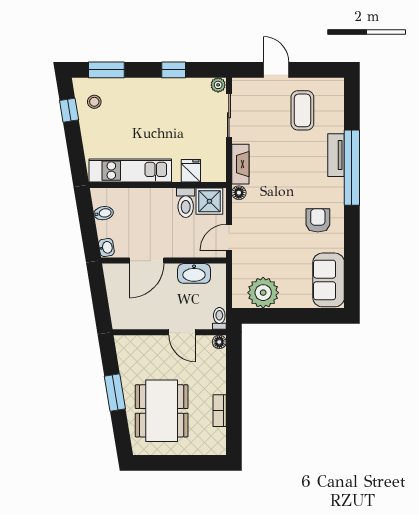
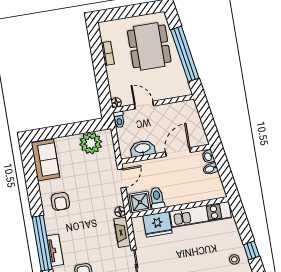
fridge: (191, 171) -> (158, 224), width x1.88, depth x1.34
bidet: (104, 213) -> (210, 169), moved
window: (115, 393) -> (185, 54), width x2.11

